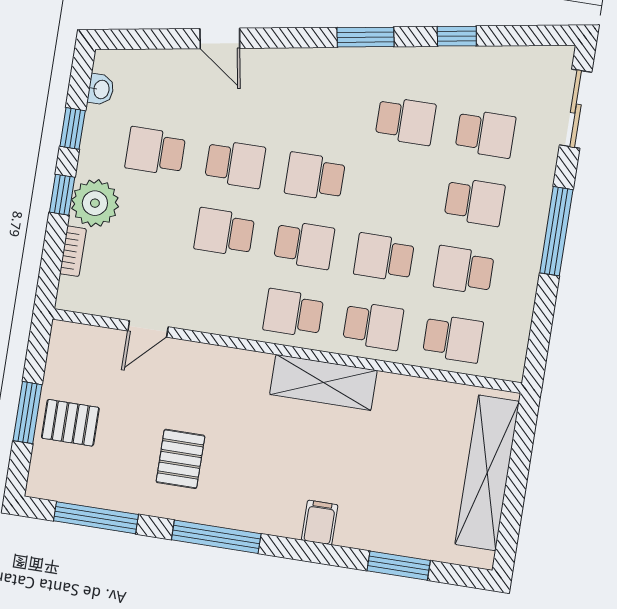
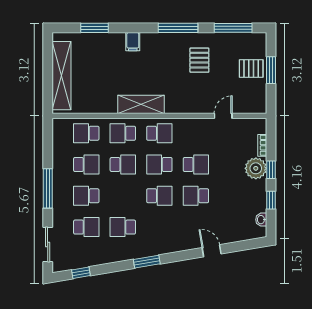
window: (457, 36) -> (81, 273), moved
school desk: (485, 134) -> (86, 227), turned 180
school desk: (155, 151) -> (232, 196), removed

